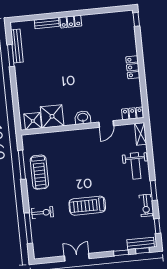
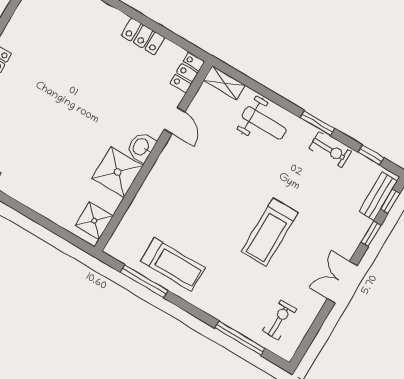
locker: (133, 67) -> (143, 36), moved
shower: (52, 116) -> (118, 172), moved
exercise bike: (42, 213) -> (279, 320), moved
double door: (77, 257) -> (342, 282), moved

